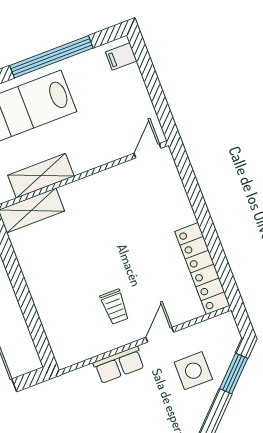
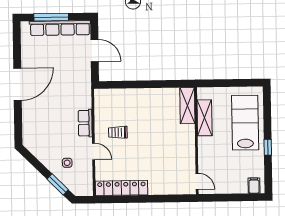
window: (51, 57) -> (268, 147), width x0.32
side table: (193, 371) -> (67, 163), width x0.54, depth x0.54

